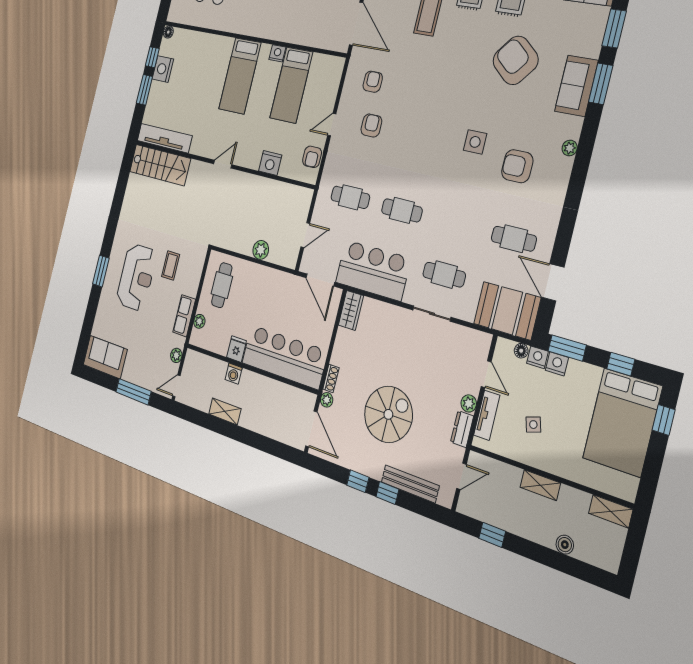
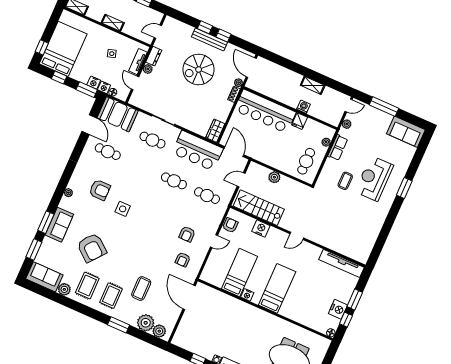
stairs: (160, 165) -> (259, 208), moved
bench: (410, 484) -> (209, 39), moved

